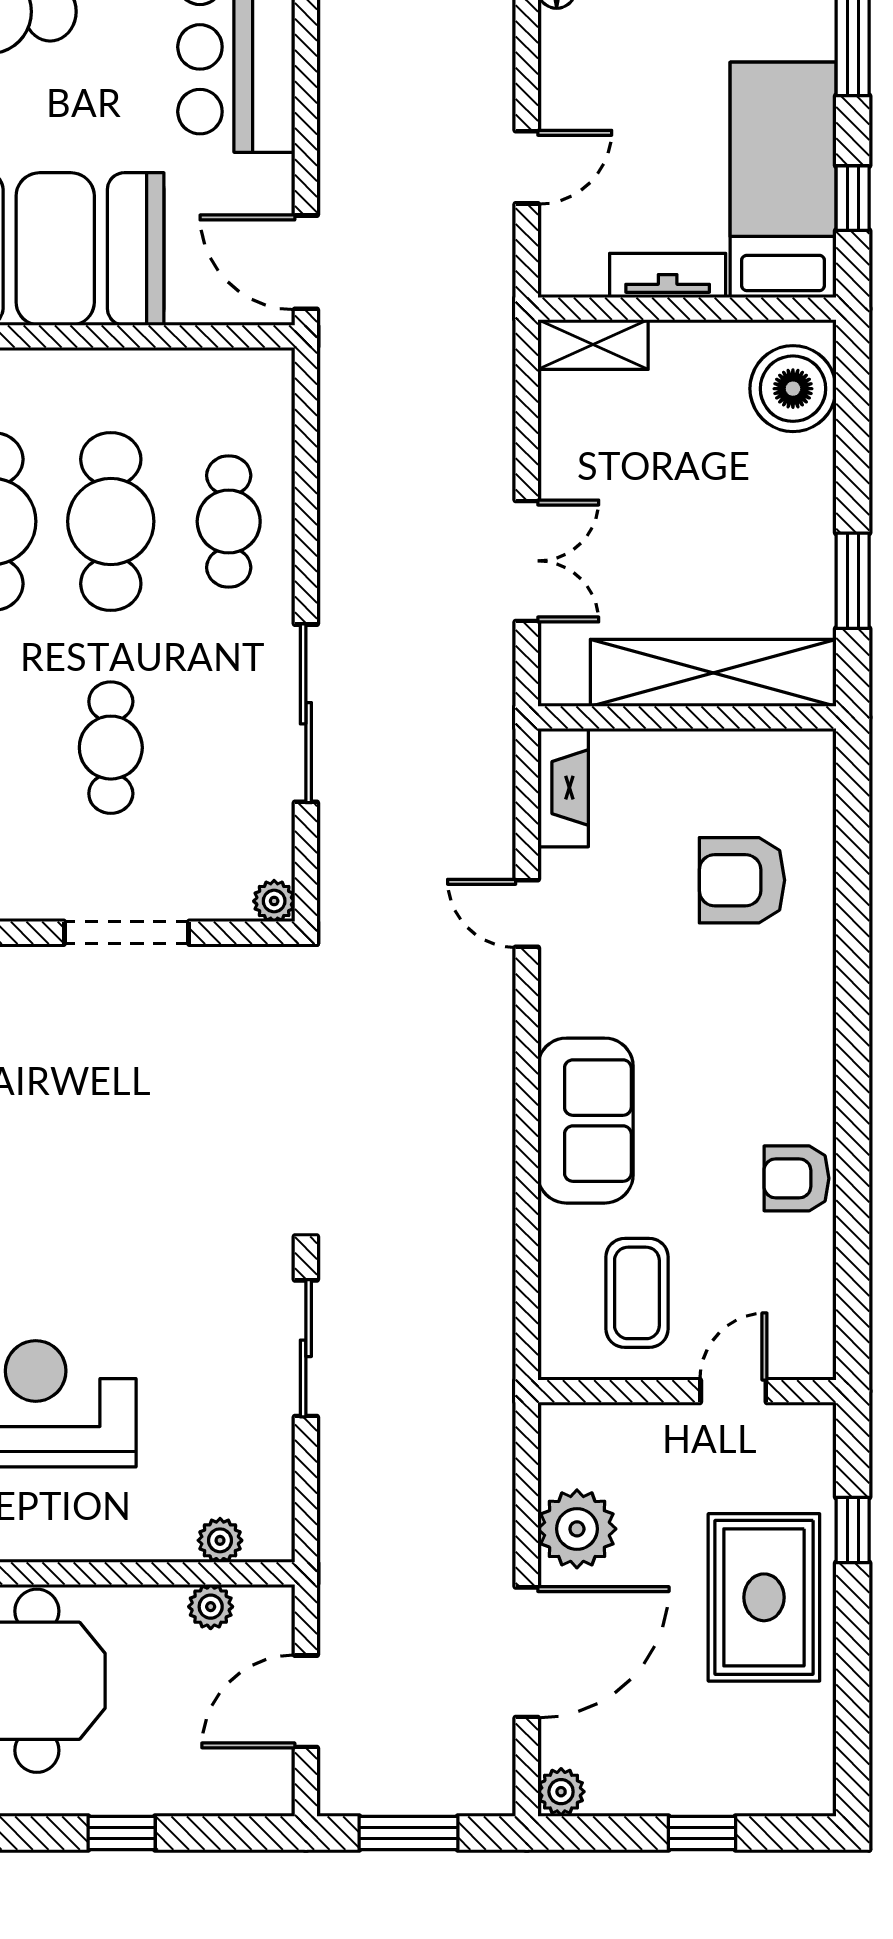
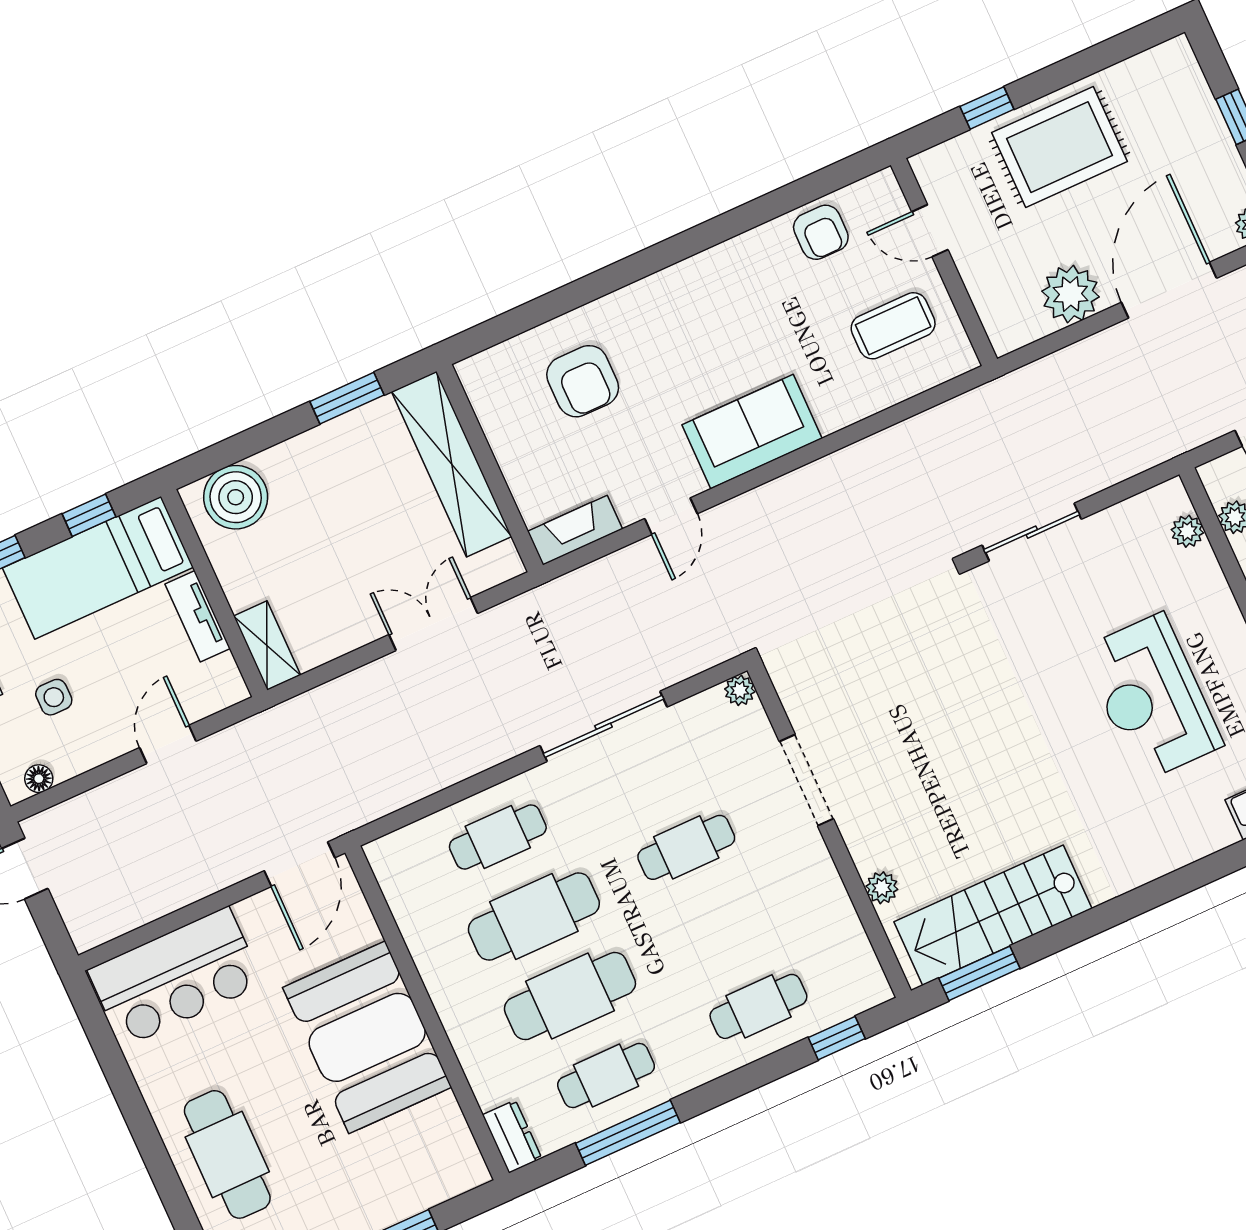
side table: (648, 53) -> (54, 697), added
door: (527, 167) -> (168, 744), hinge flipped
sofa: (586, 1121) -> (752, 432), moved
armchair: (797, 1178) -> (821, 232), moved
door: (527, 1652) -> (1169, 290), hinge flipped

